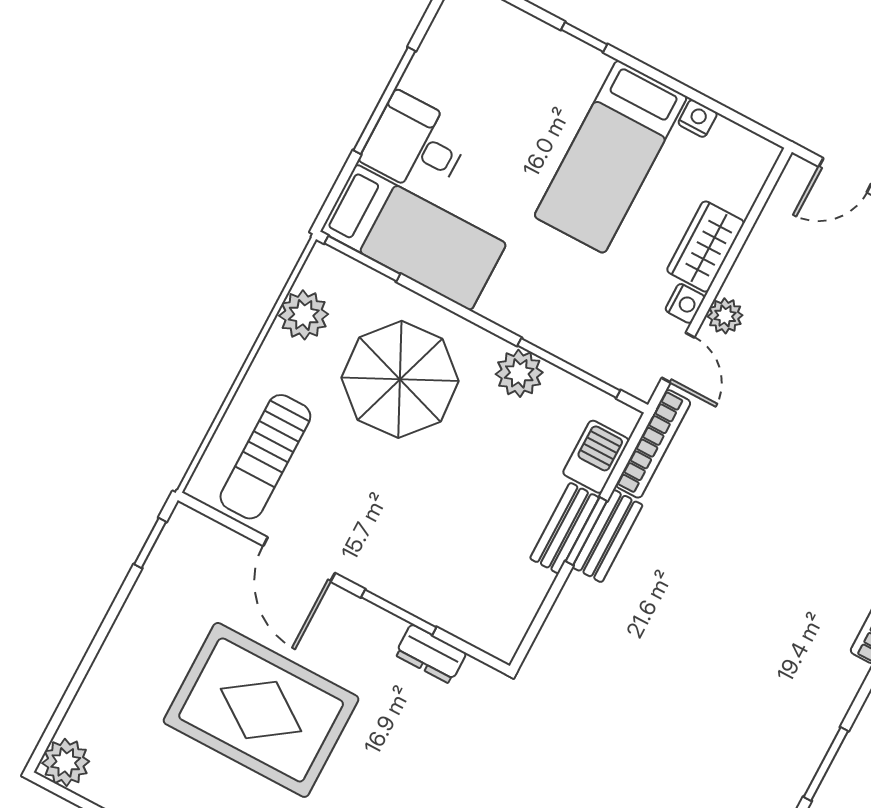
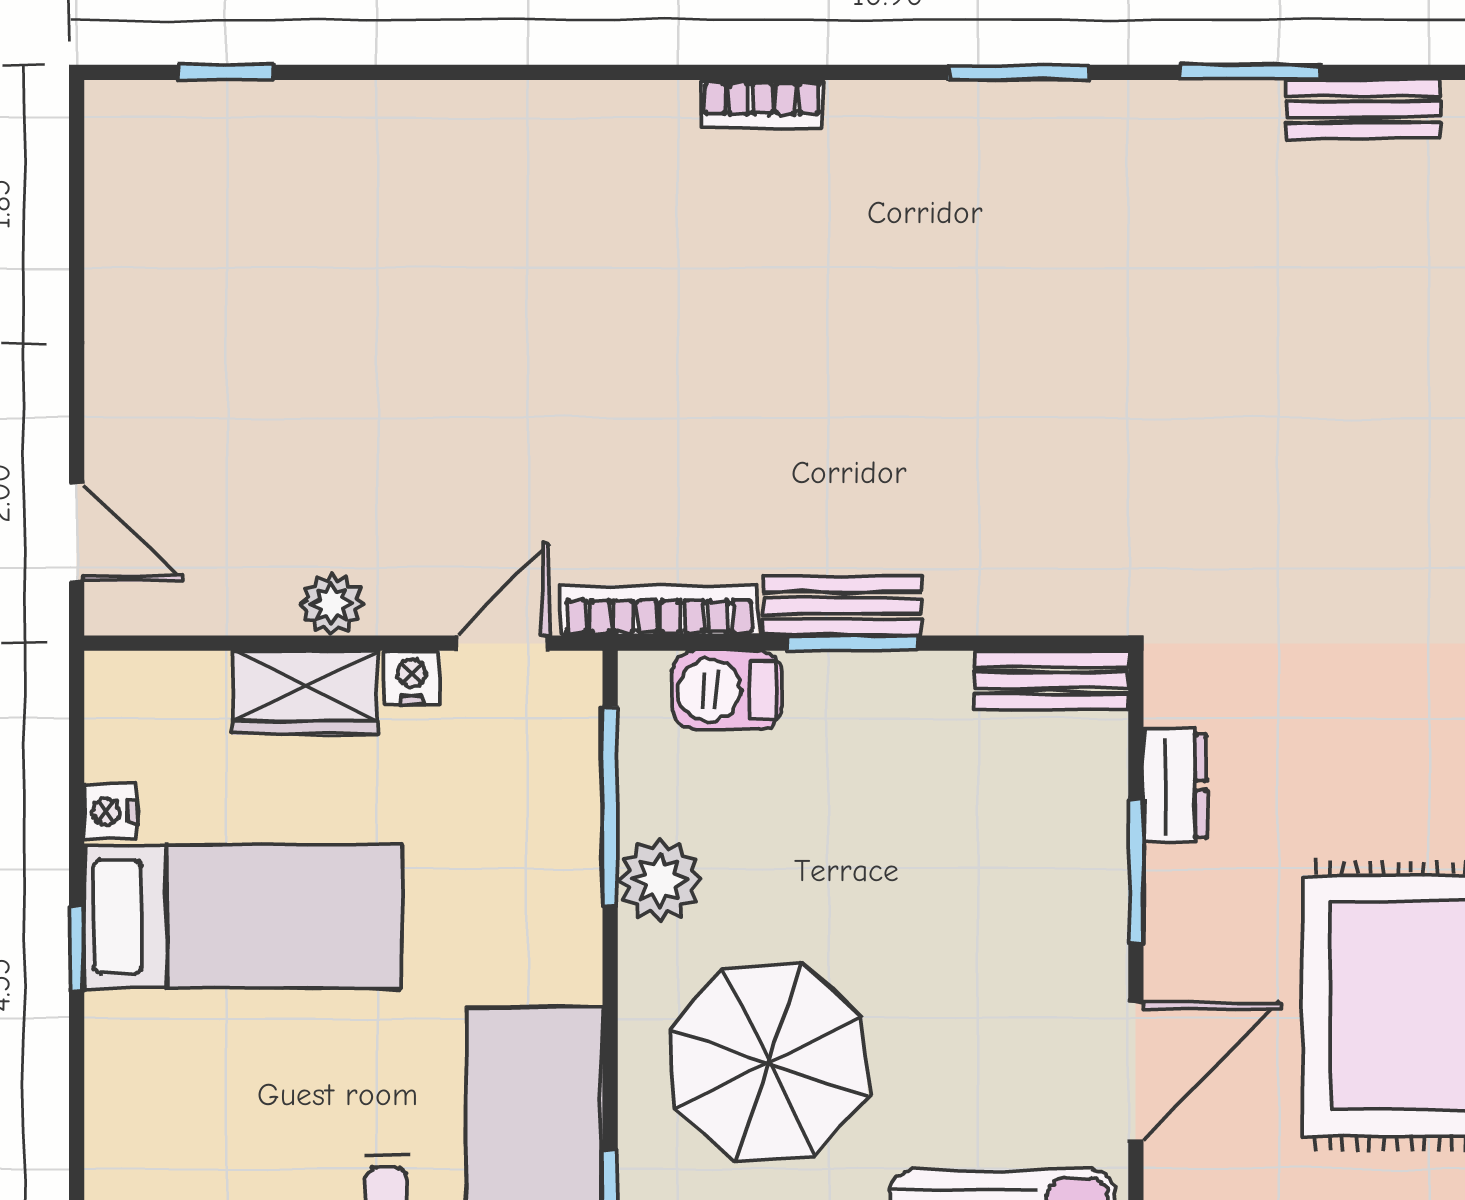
window: (584, 37) -> (77, 949), moved
plant: (725, 316) -> (332, 604), moved
bench: (564, 528) -> (1051, 680), moved

